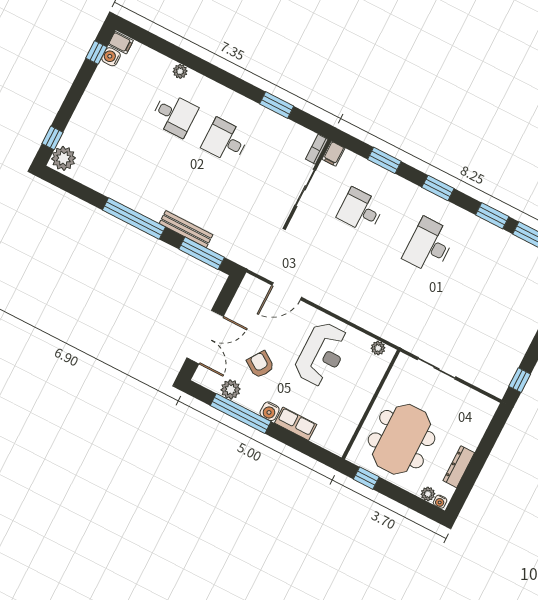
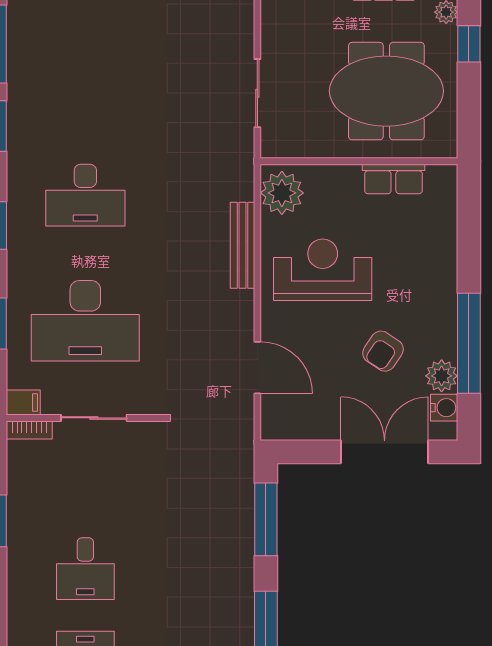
desk: (361, 210) -> (85, 321), width x1.87, depth x1.30
bench: (186, 229) -> (242, 245), moved
plant: (378, 348) -> (282, 193), width x1.88, depth x1.88
water cooler: (270, 411) -> (444, 408), moved
row of seats: (296, 424) -> (393, 179), moved, turned -90
window: (366, 478) -> (469, 44), moved

